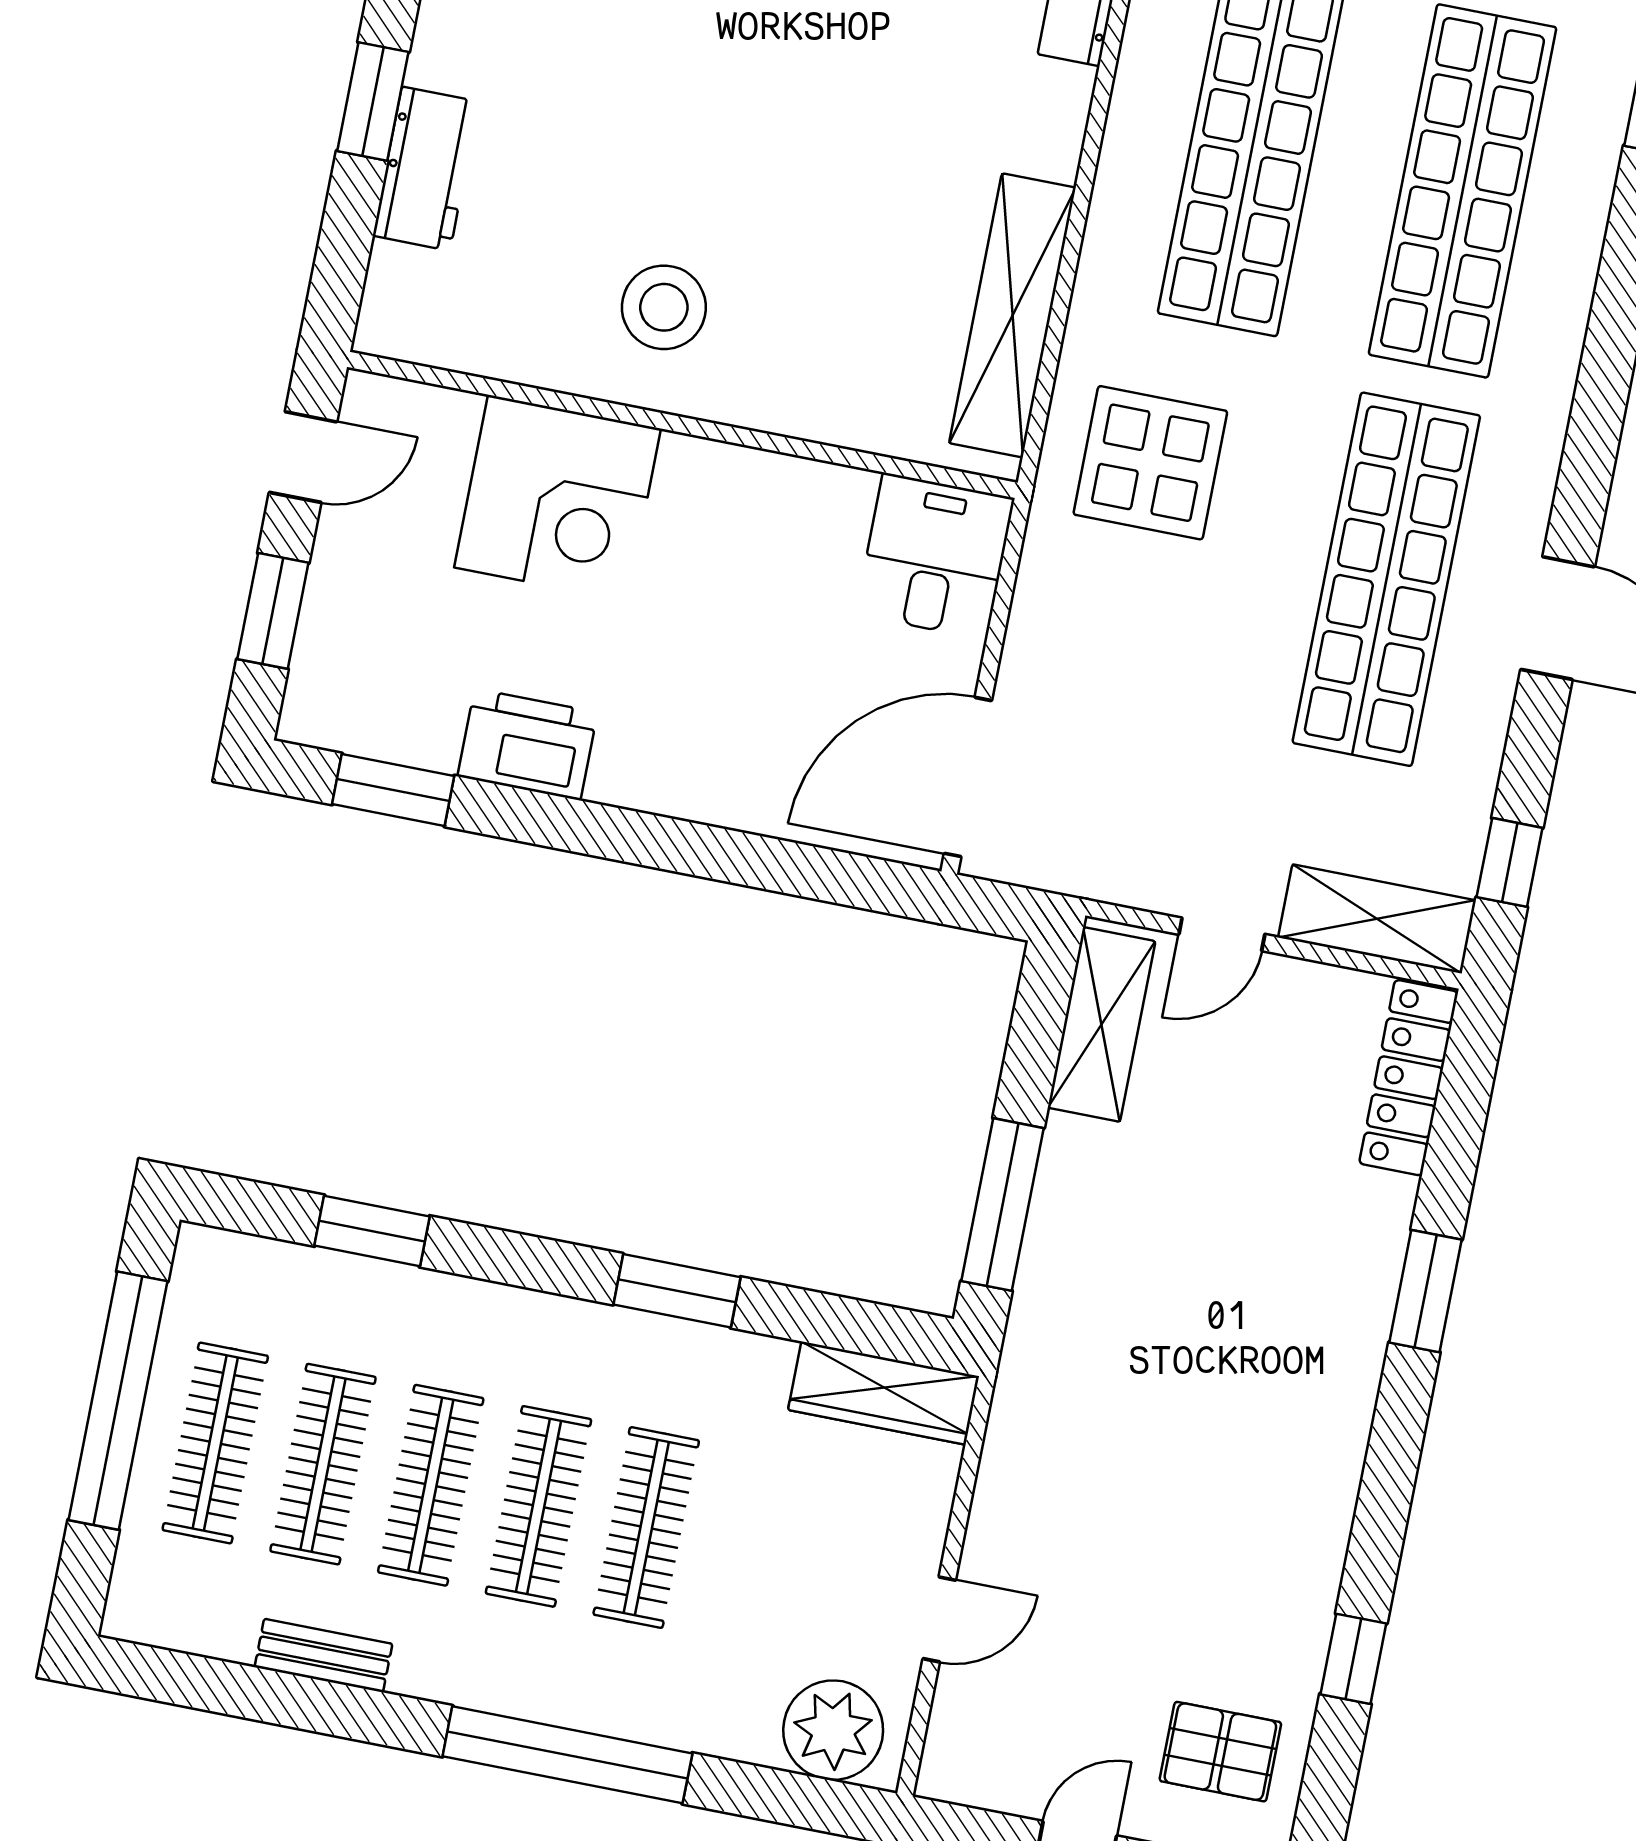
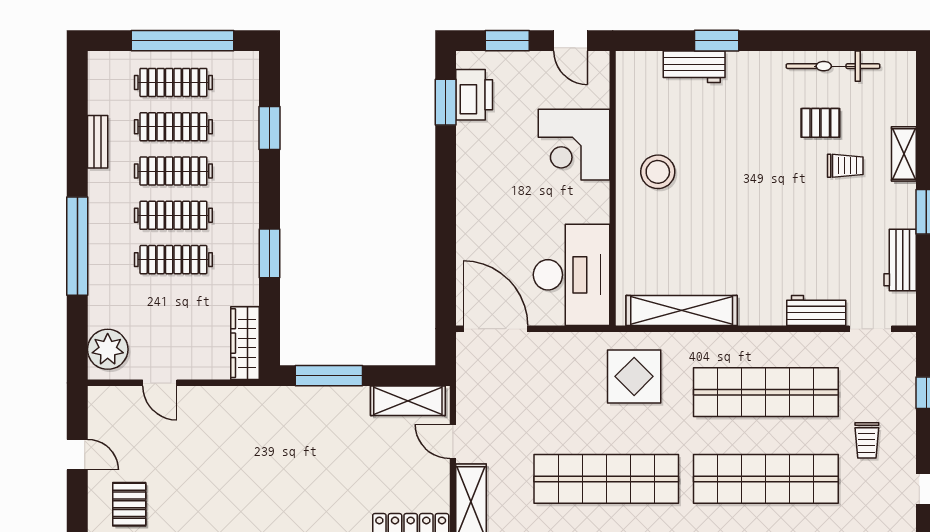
desk: (935, 556) -> (572, 275), width x1.87, depth x1.30
printer: (527, 744) -> (474, 95), moved

